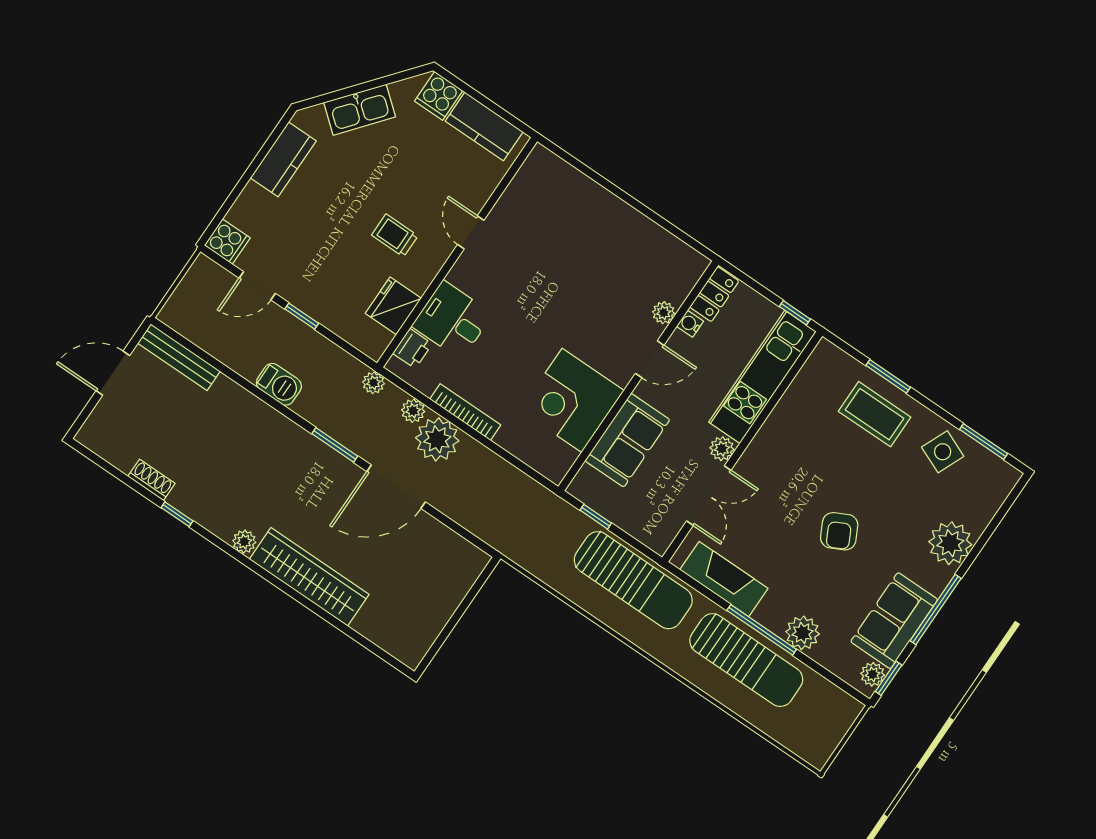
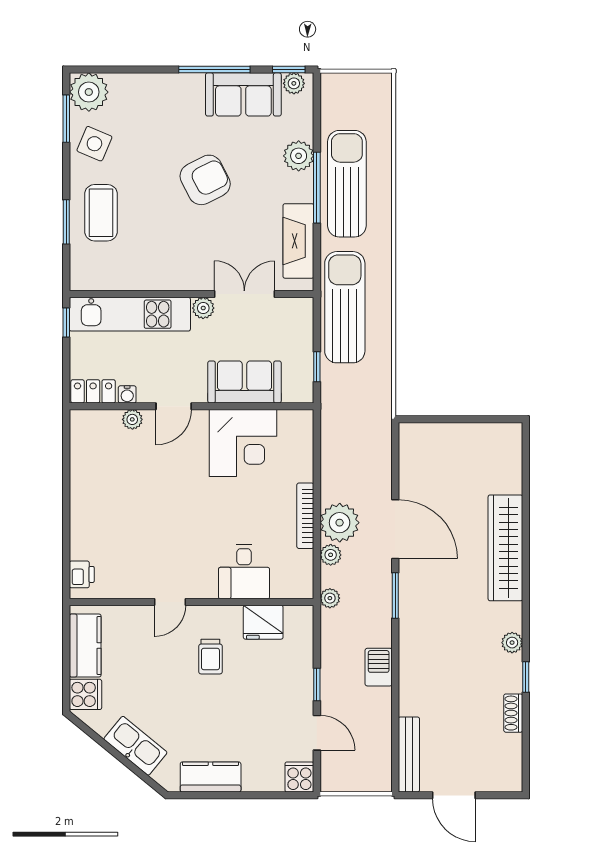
printer: (412, 349) -> (82, 574), moved, turned 90
door: (650, 359) -> (174, 406), swing flipped
armchair: (839, 531) -> (205, 180), width x1.38, depth x1.38
plant: (244, 542) -> (512, 643), moved
plant: (950, 543) -> (89, 92), moved

